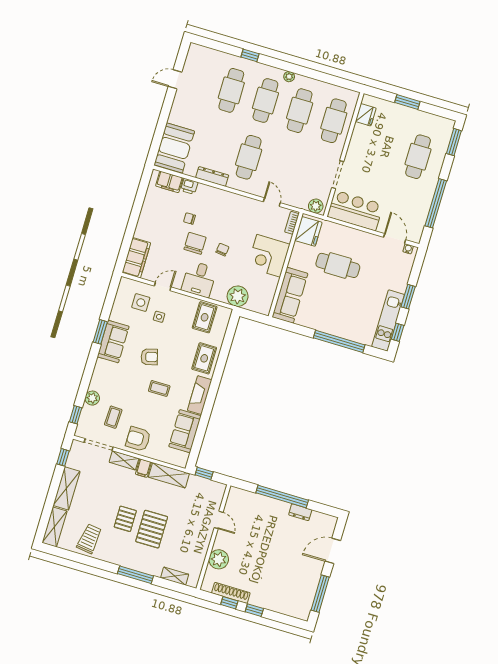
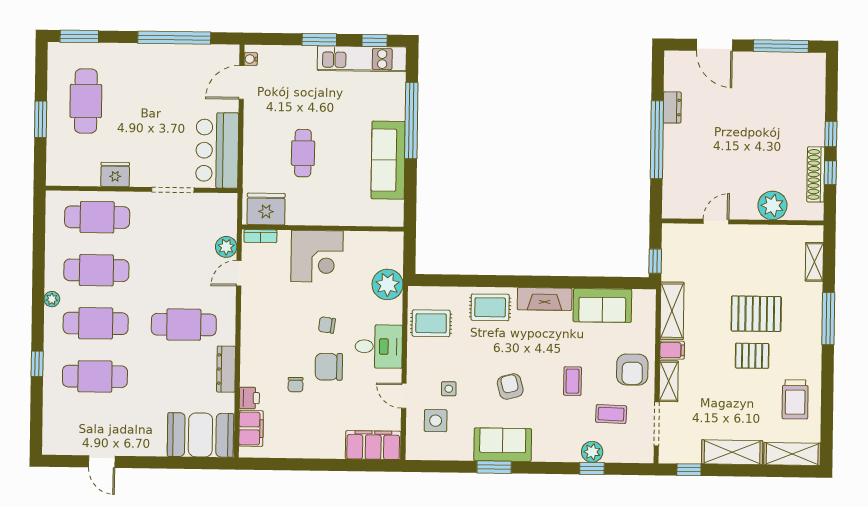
fridge: (366, 115) -> (115, 174), moved
cafe table: (418, 157) -> (86, 101), moved, turned 90
plant: (316, 206) -> (226, 247), moved
cafe table: (338, 265) -> (303, 153), width x0.73, depth x0.74
sofa: (290, 295) -> (388, 160), moved, turned -90
coffee table: (159, 388) -> (572, 381), moved
window: (76, 415) -> (592, 468), moved
trolley: (89, 539) -> (795, 399), turned -98

